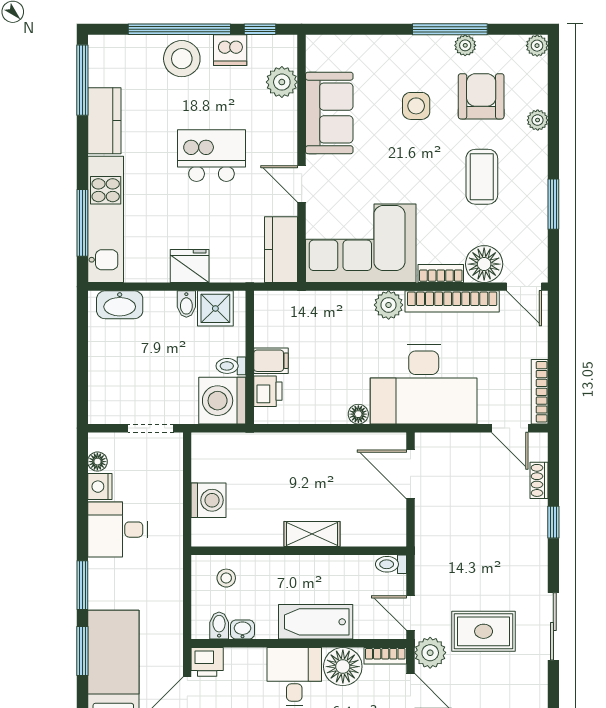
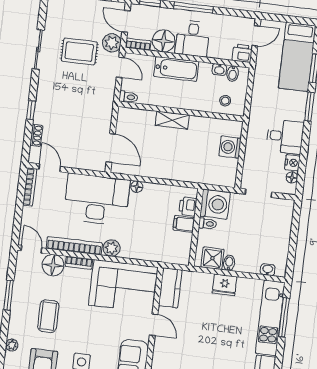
kitchen island: (211, 156) -> (204, 347), removed
washbasin: (120, 305) -> (268, 270), width x0.52, depth x0.69

